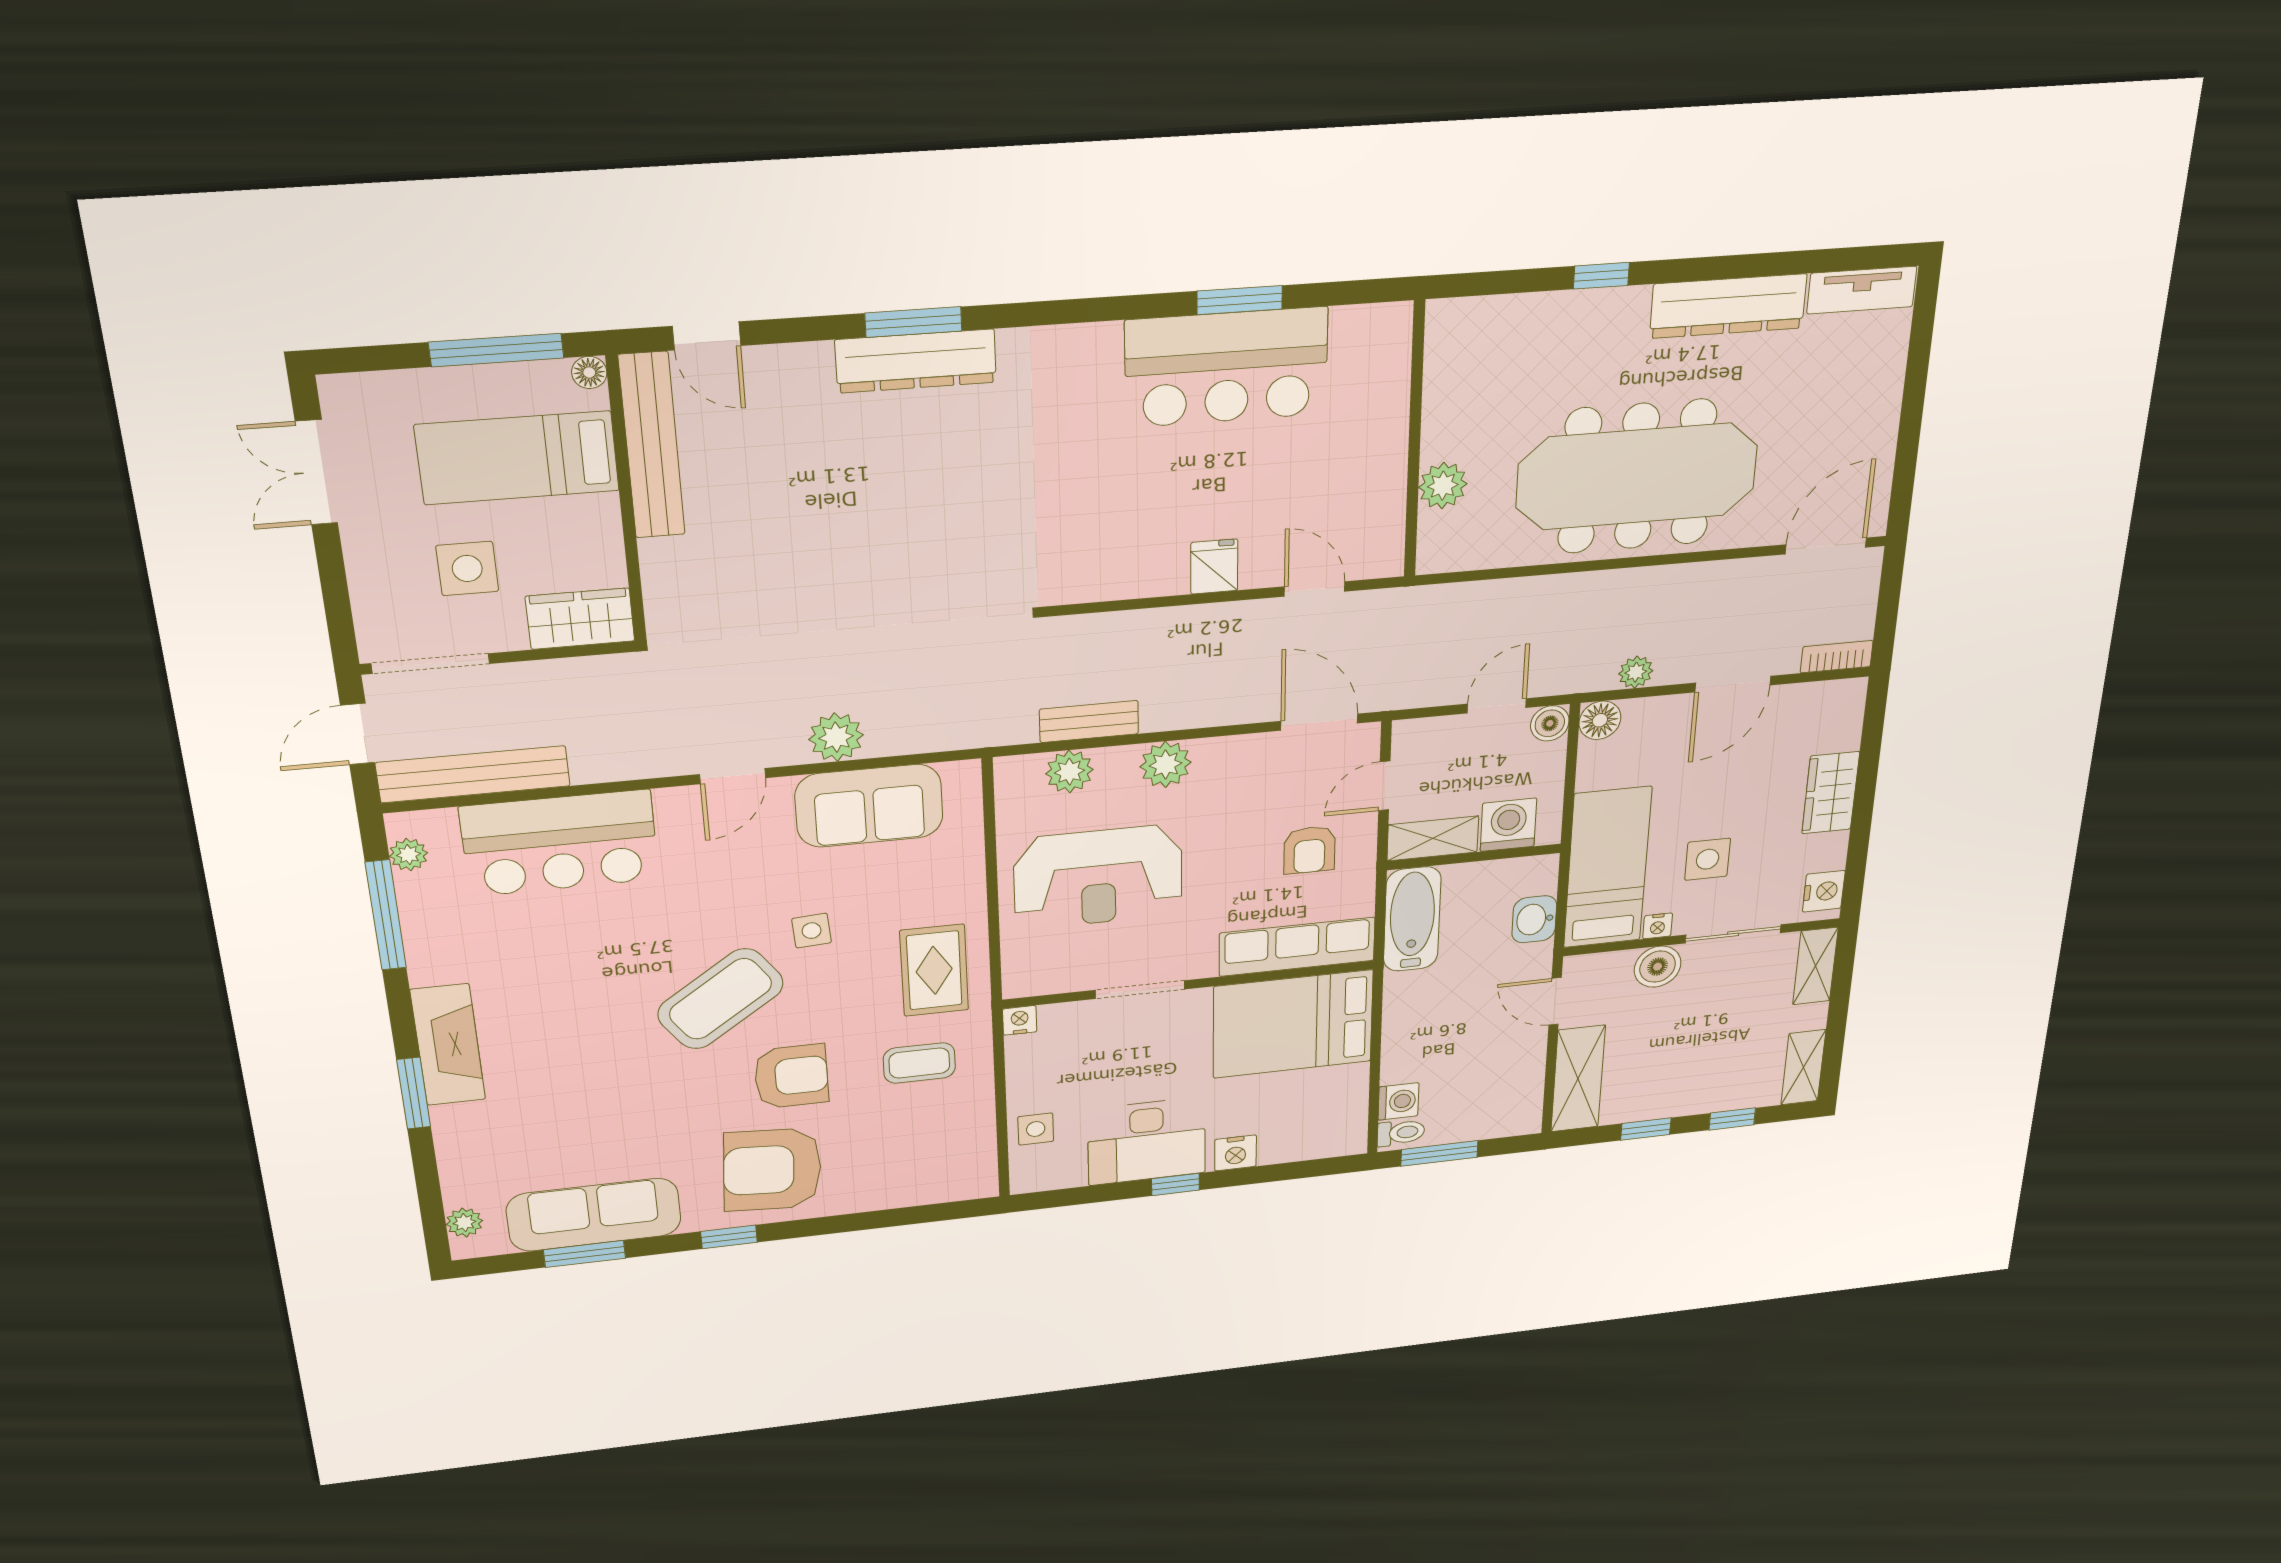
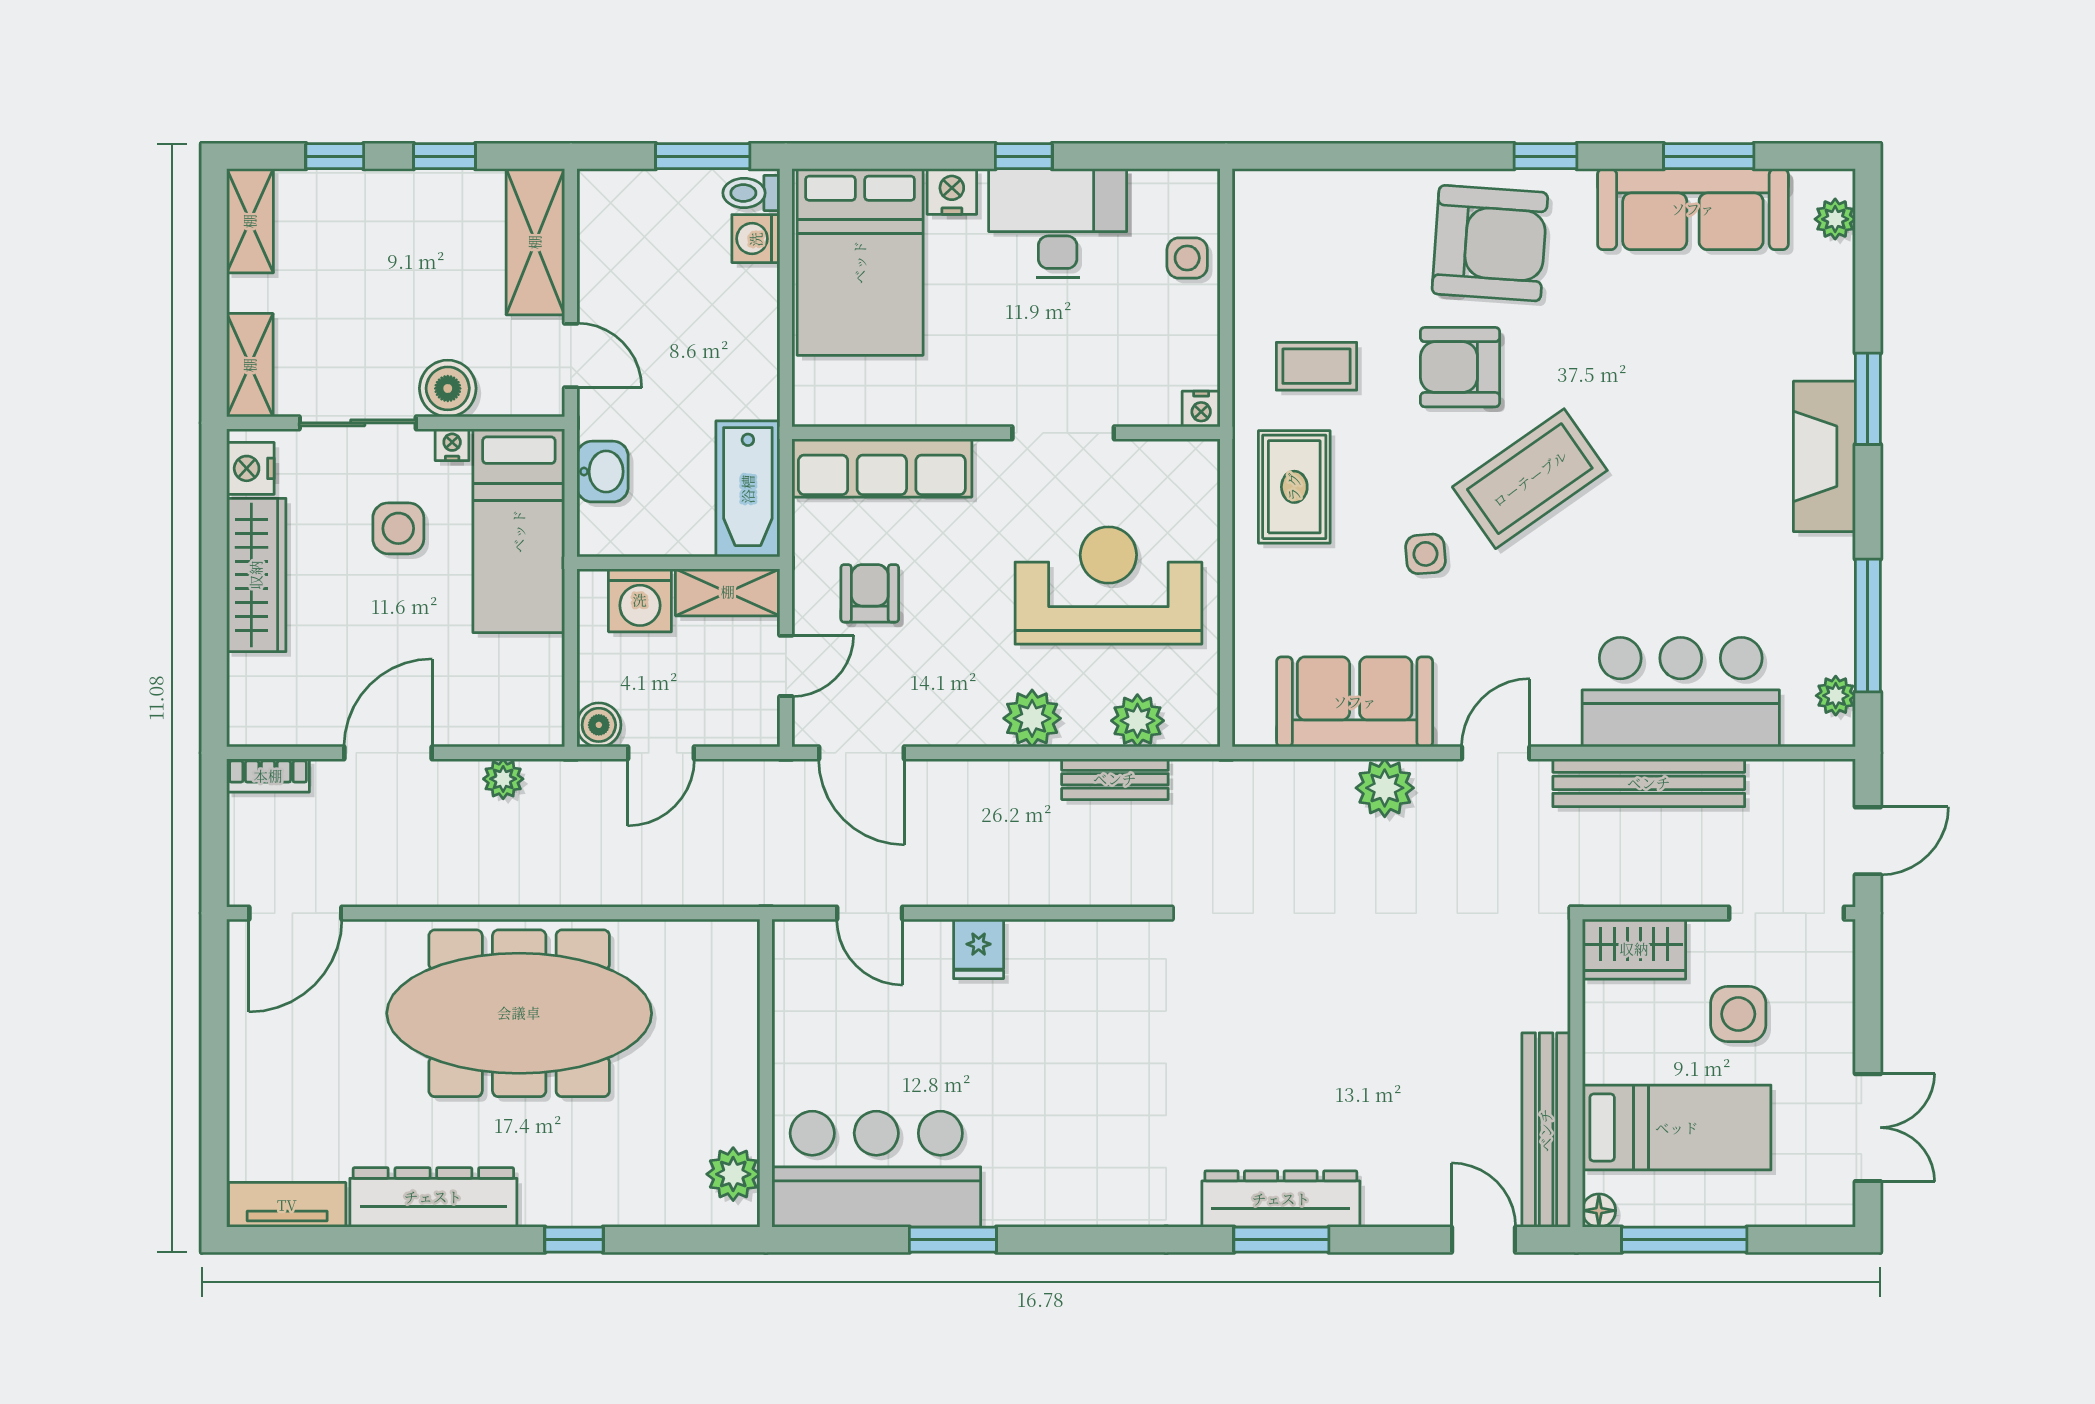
bar counter: (1227, 367) -> (876, 1169), moved
plant: (1443, 486) -> (733, 1174), moved
floor lamp: (1600, 720) -> (541, 723), removed
bench: (473, 774) -> (1649, 783), moved
wardrobe: (1831, 793) -> (256, 575), width x1.50
bed: (1293, 1024) -> (860, 262), moved, turned 90

